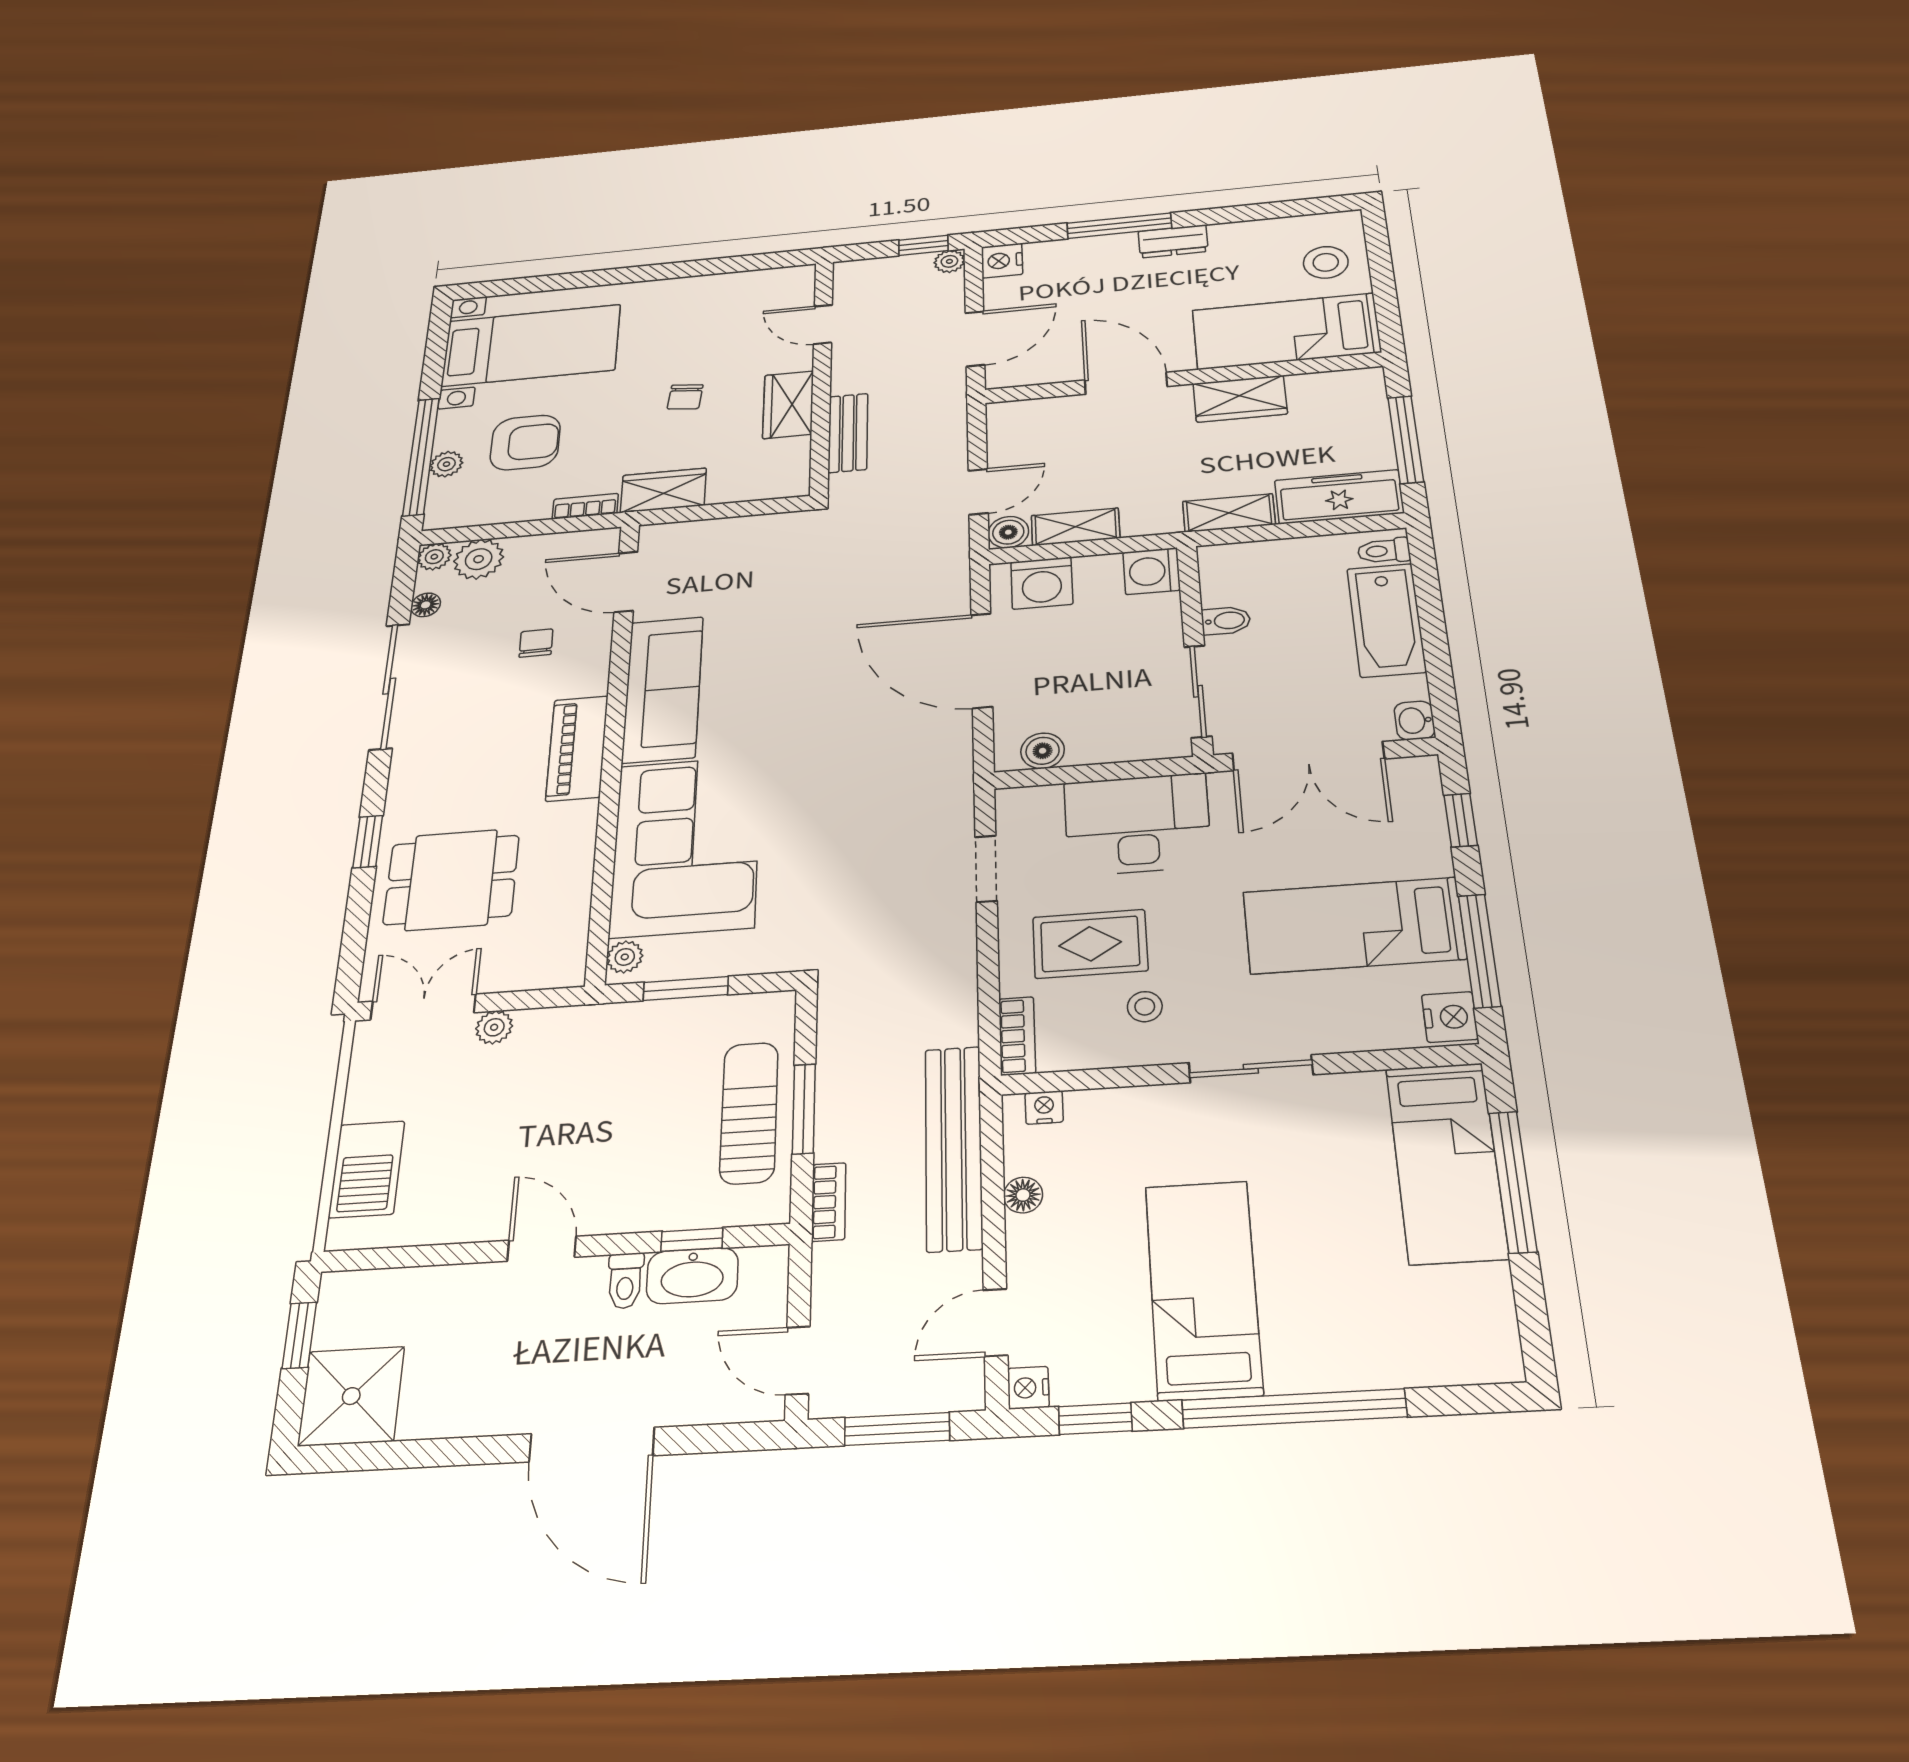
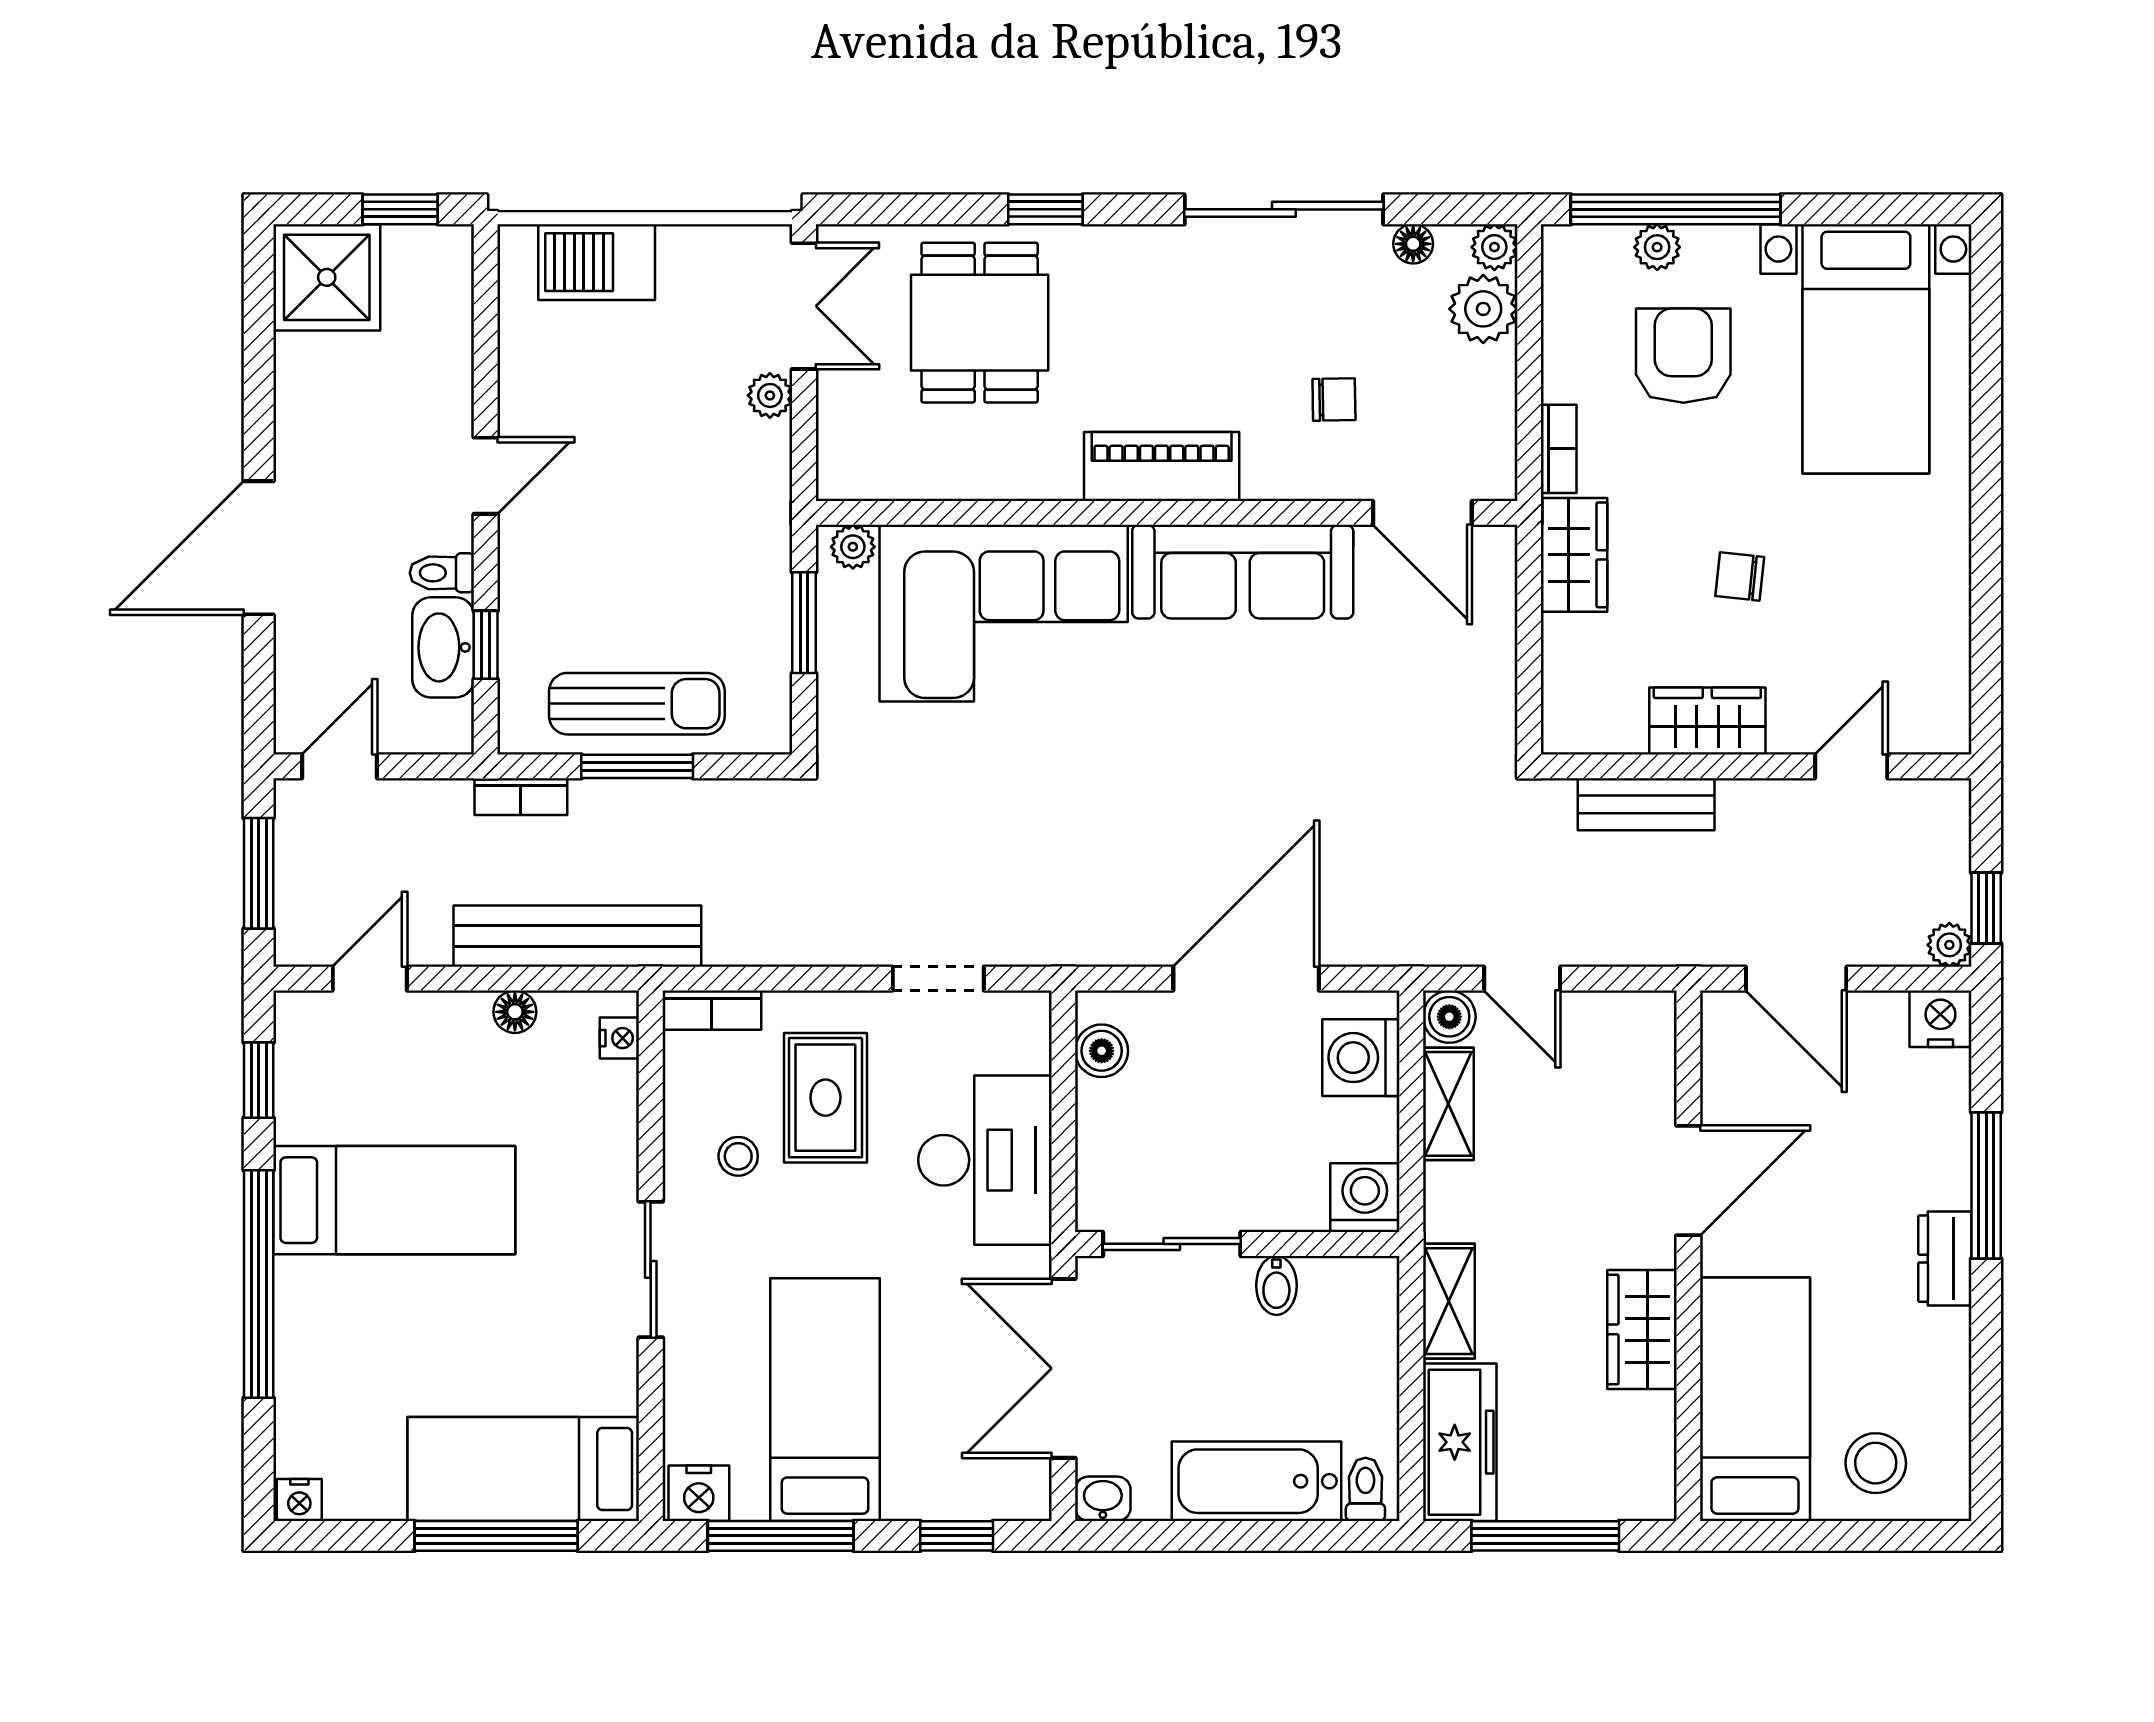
armchair: (525, 443) -> (1683, 356), turned 180
door: (626, 582) -> (1422, 513), swing flipped
door: (996, 1323) -> (370, 979), hinge flipped
nightstand: (1028, 1388) -> (299, 1500), moved, turned 180

